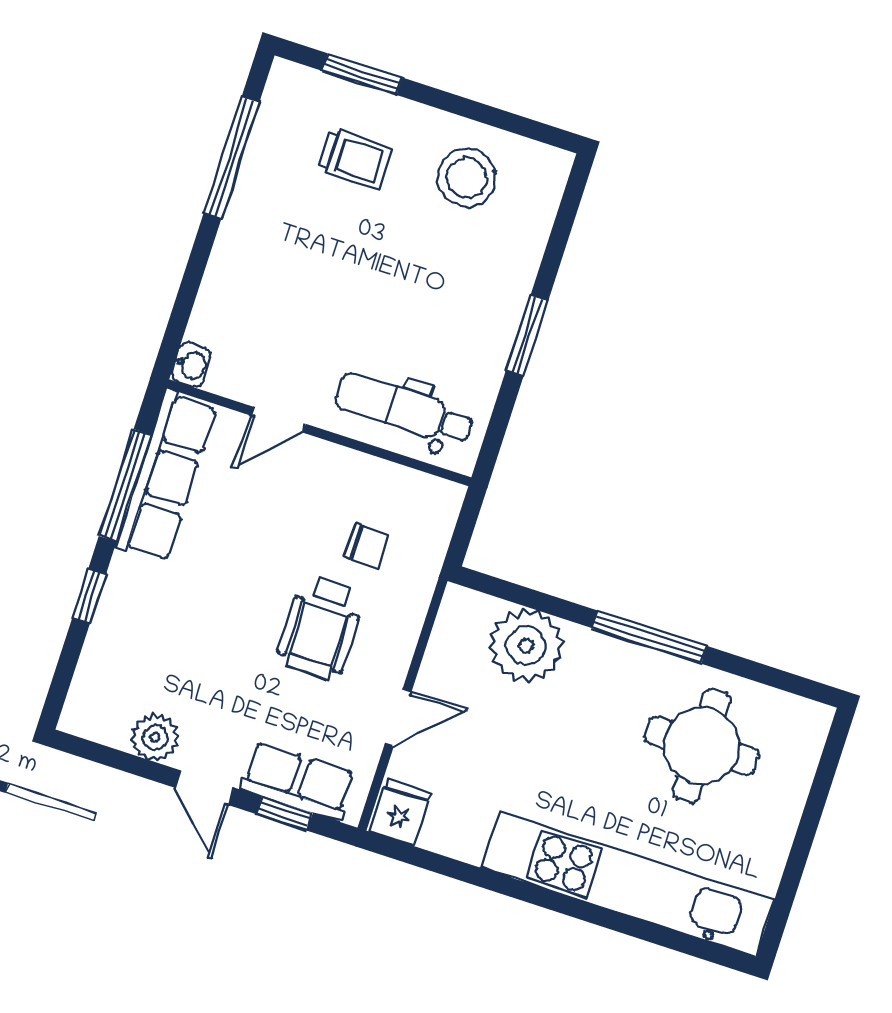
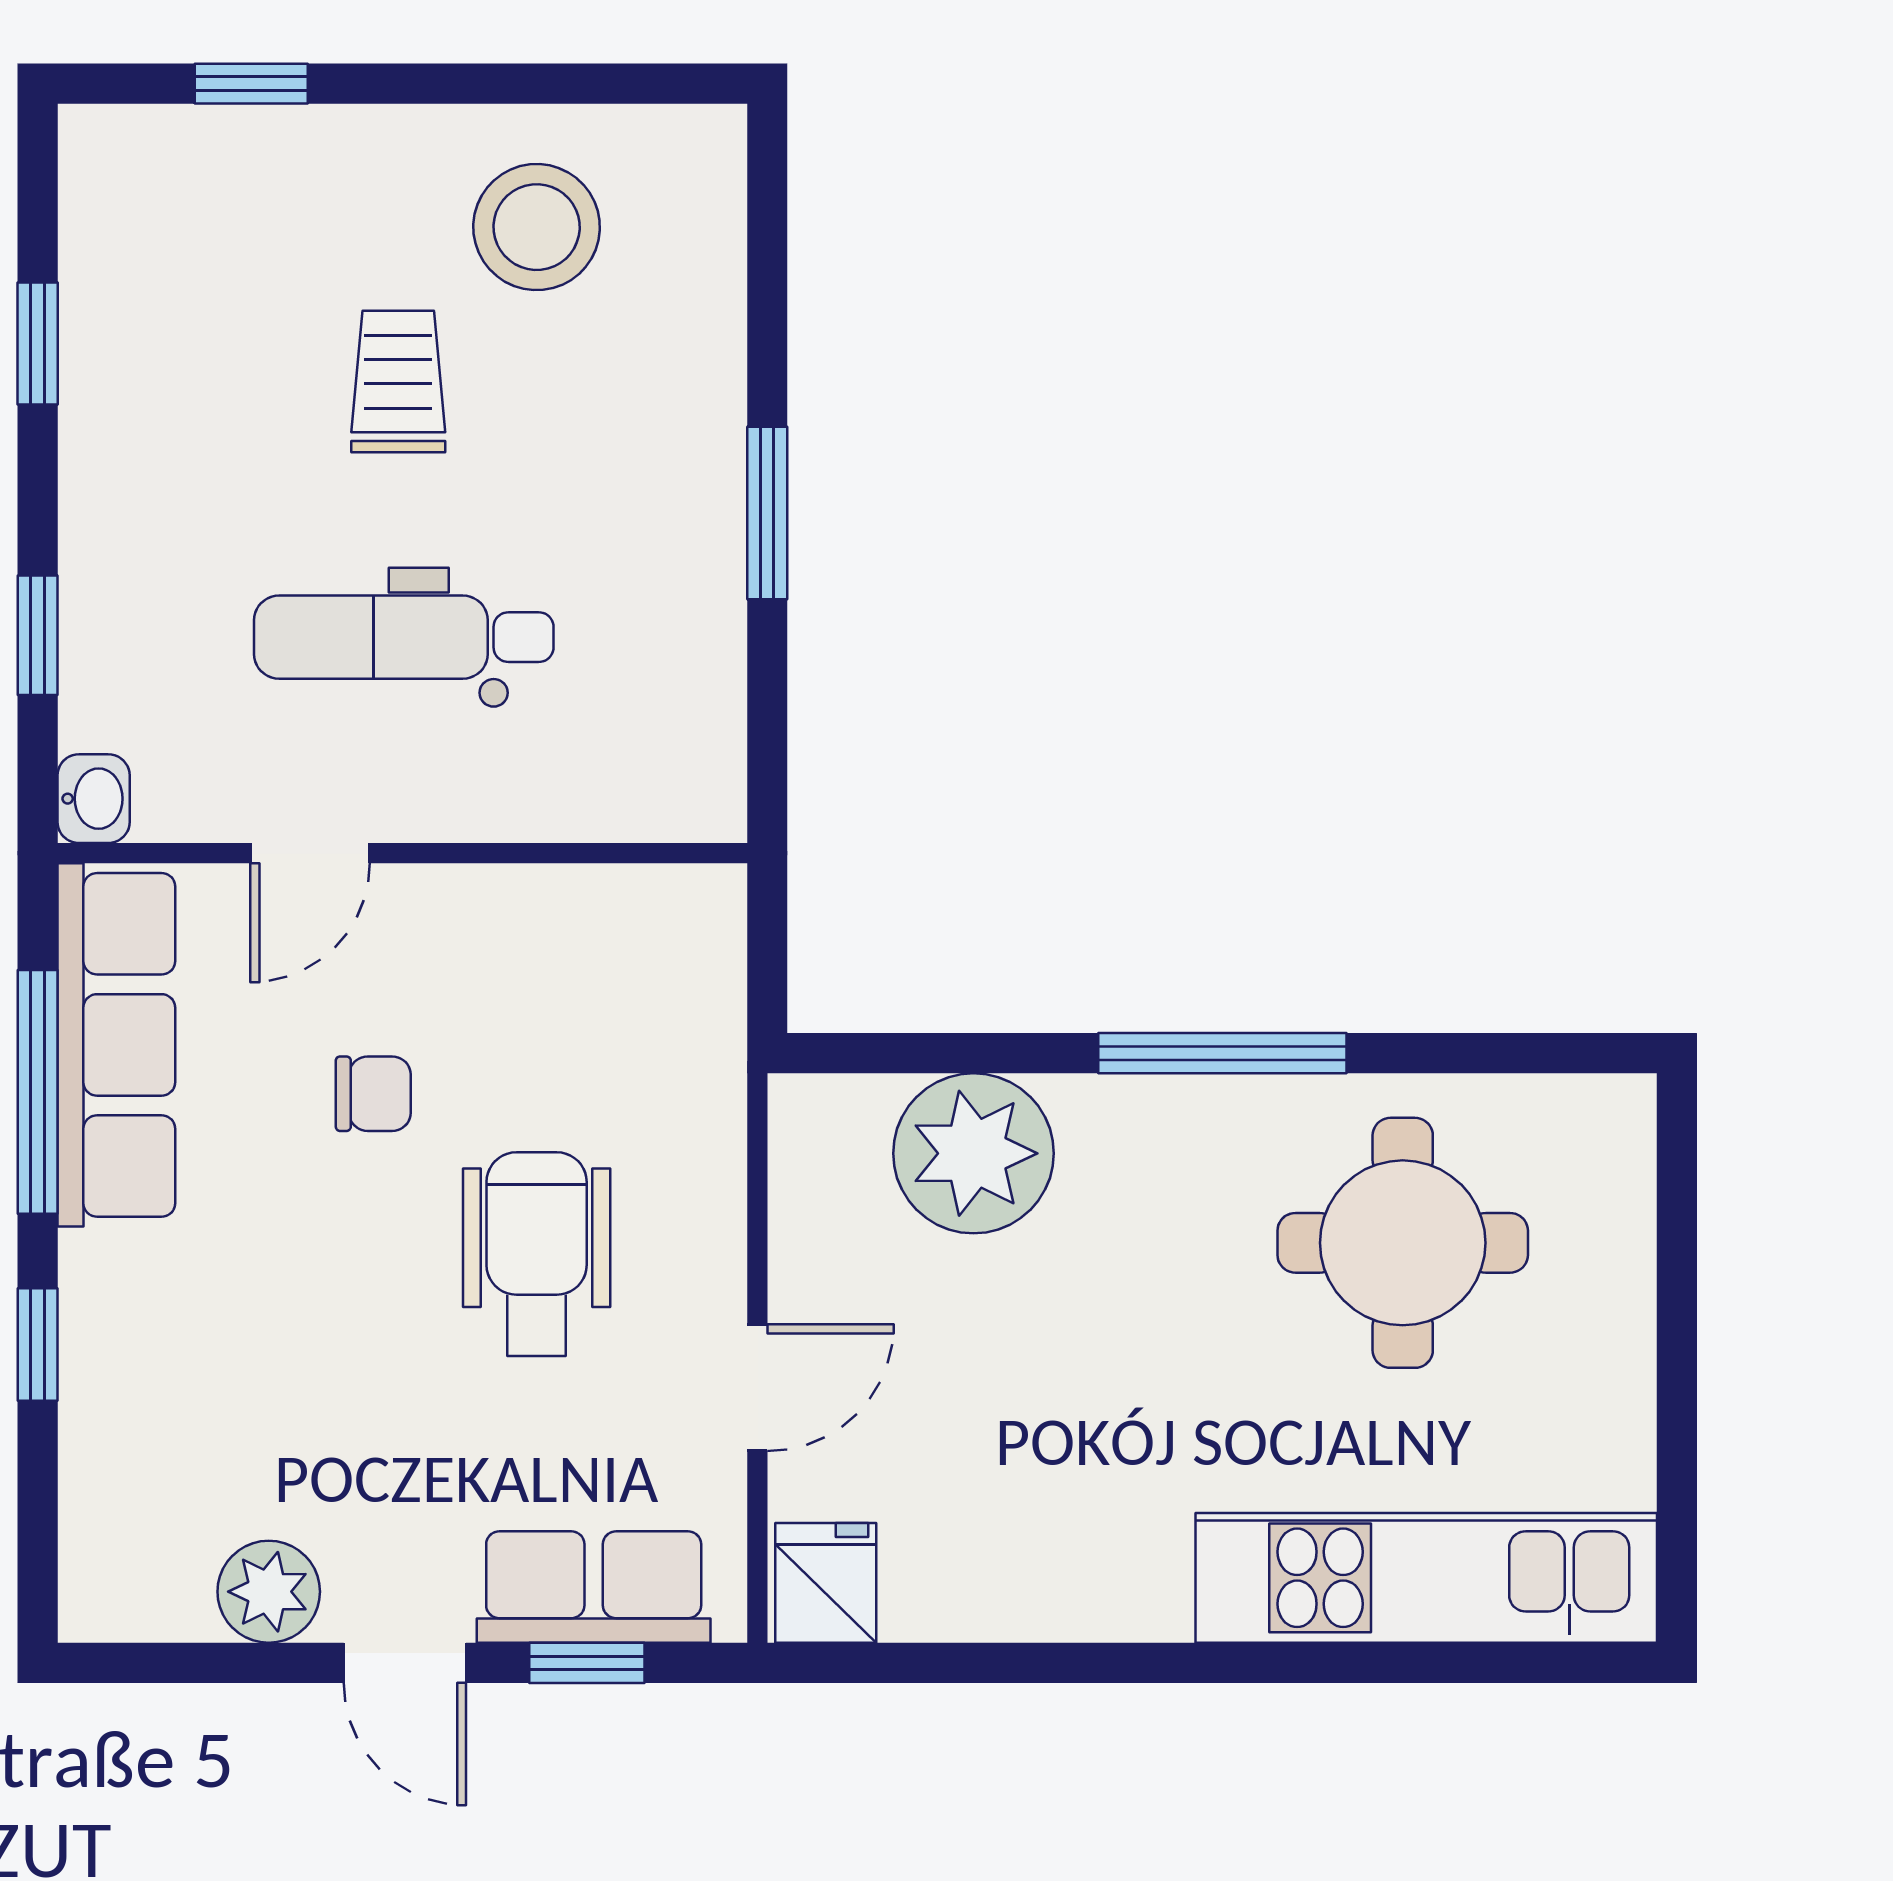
window: (362, 74) -> (251, 84), width x0.67
window: (232, 158) -> (38, 343), width x0.46
trolley: (355, 159) -> (398, 381), moved, turned -90
window: (190, 285) -> (38, 635), added
dental chair: (404, 409) -> (404, 637), moved
chair: (366, 545) -> (373, 1094), moved
wheelchair: (321, 627) -> (537, 1254), turned 180
kitchen unit: (627, 884) -> (1426, 1578), width x0.73

